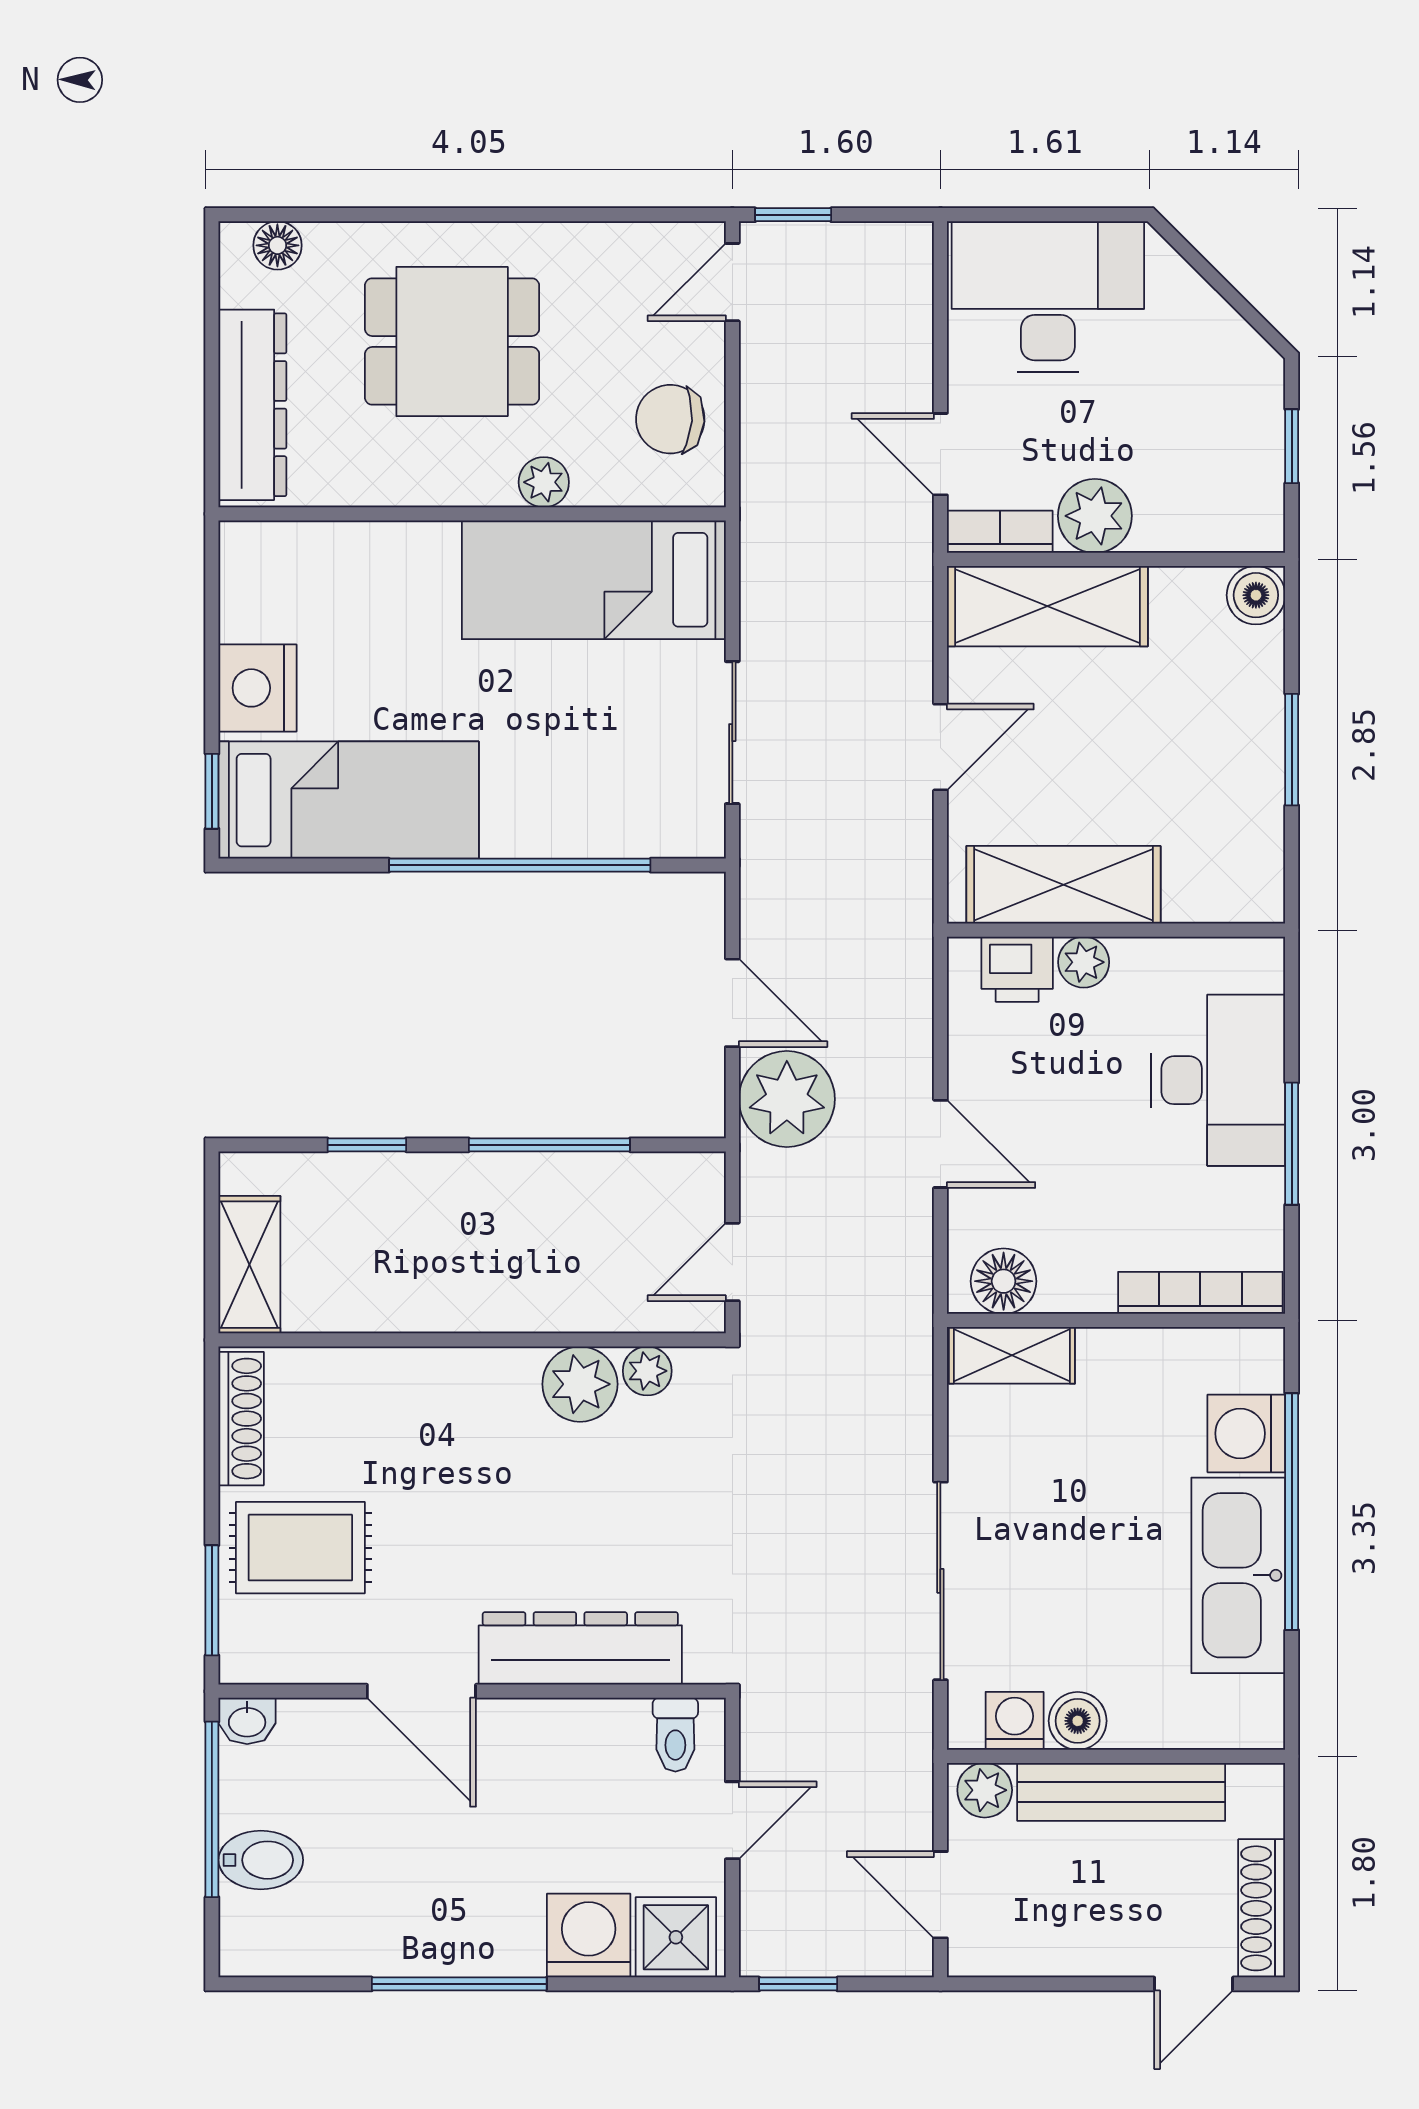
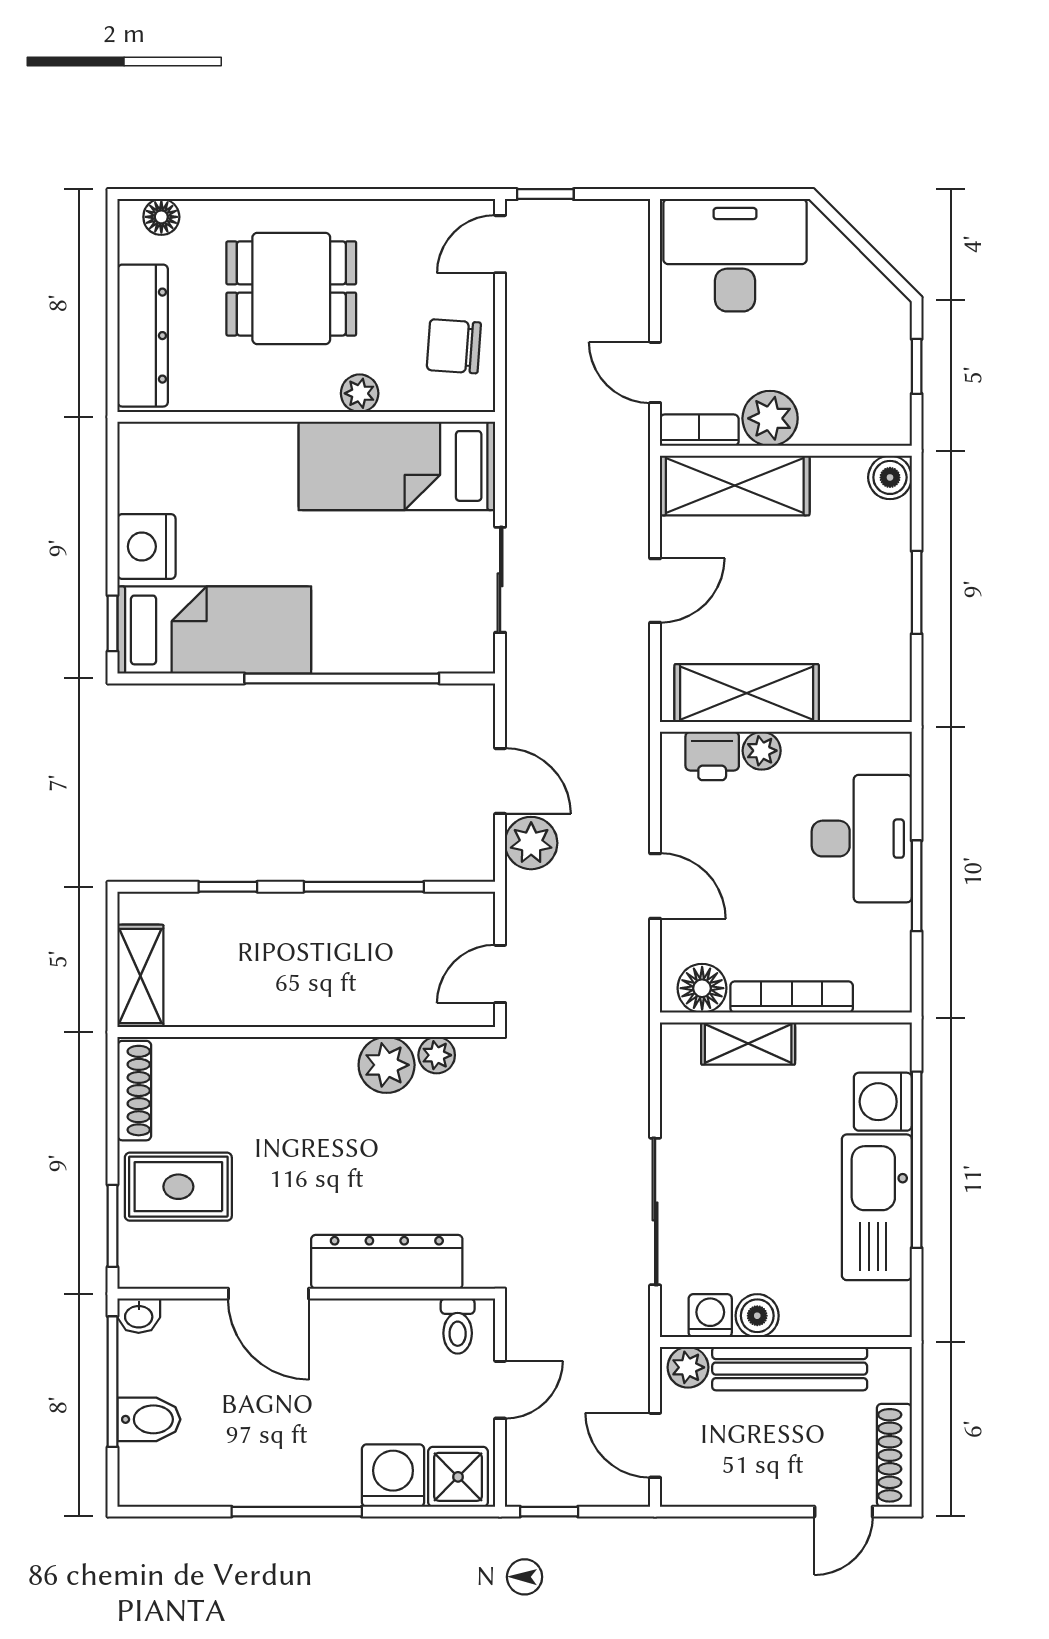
plant: (787, 1099) -> (531, 843), width x0.73, depth x0.73
bookcase: (1200, 1293) -> (792, 997), moved
shelving: (1012, 1355) -> (748, 1043), moved

